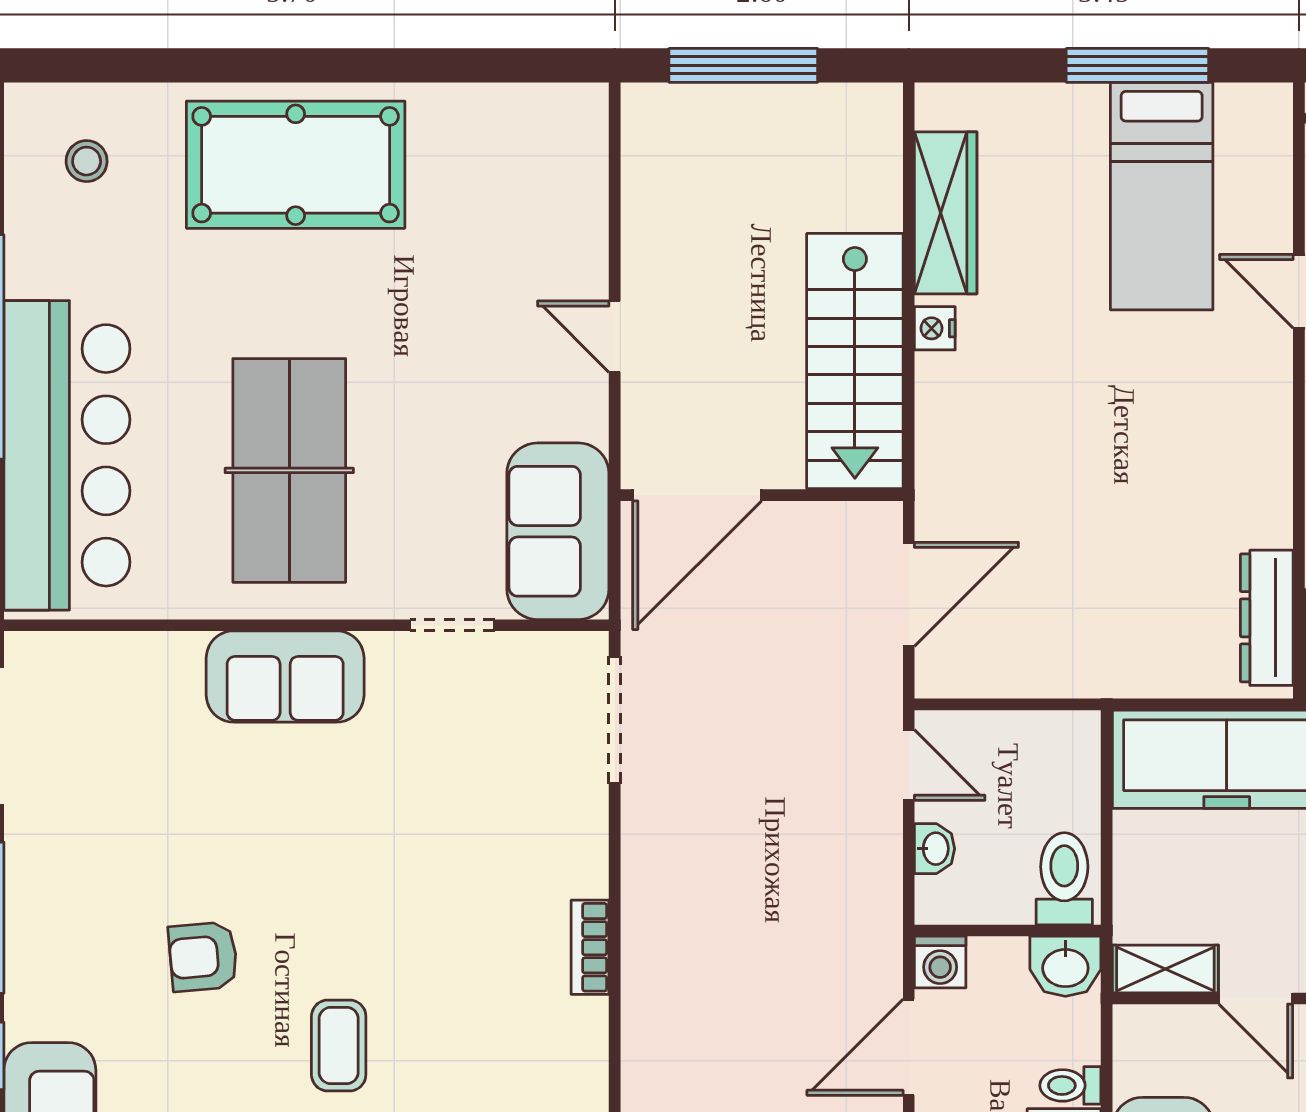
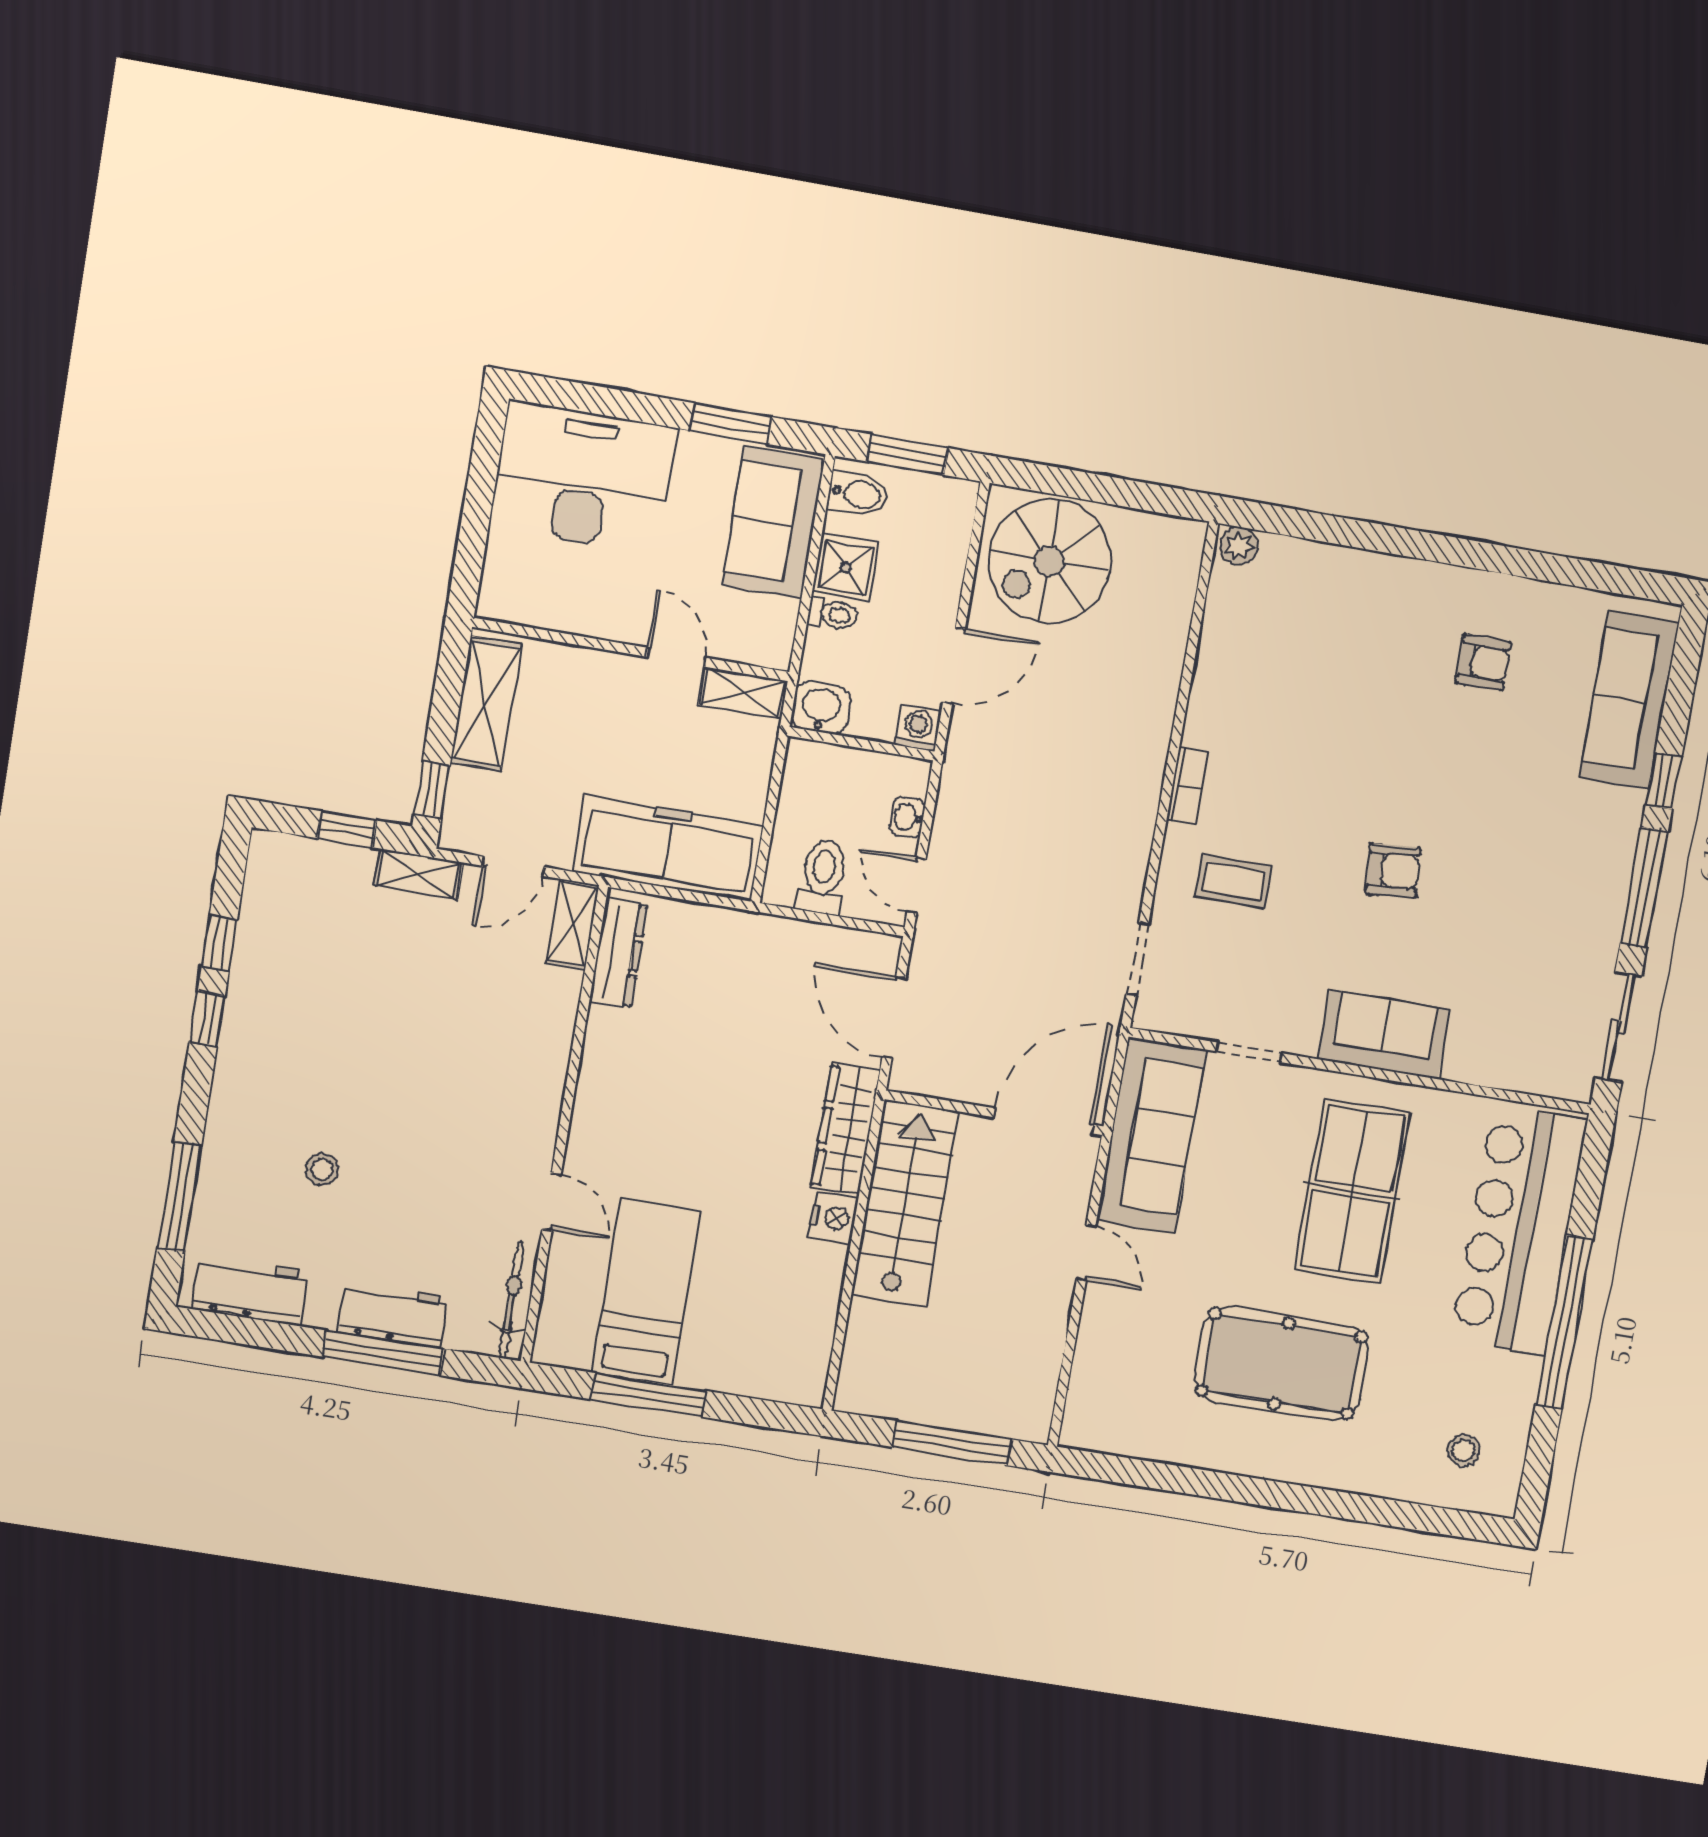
pool table: (296, 165) -> (1281, 1364), moved
wardrobe: (946, 213) -> (846, 1129), moved
nightstand: (935, 328) -> (833, 1218), width x1.39, depth x1.35
sofa: (558, 531) -> (1151, 1135), width x1.36
door: (909, 594) -> (894, 1018), hinge flipped
doorway: (615, 720) -> (1138, 959), width x0.73
toilet: (1064, 879) -> (823, 877), moved, turned 180
armchair: (203, 957) -> (1393, 871), moved
coffee table: (339, 1045) -> (1233, 881), moved, turned 90

